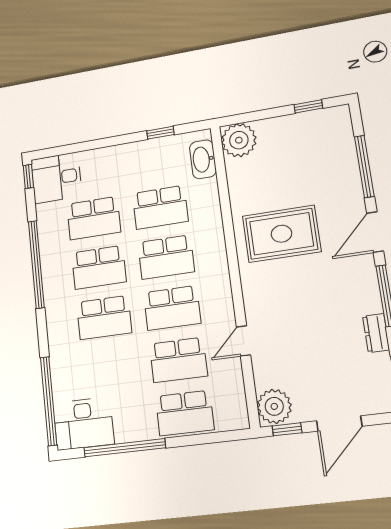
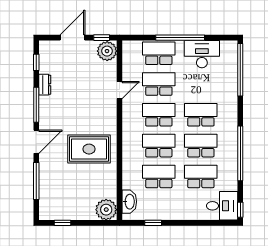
desk: (84, 424) -> (202, 54), moved
window: (124, 448) -> (180, 38), moved

